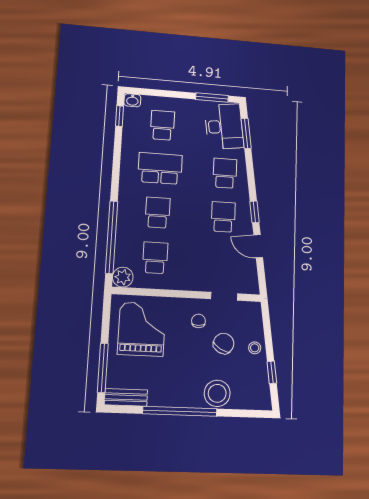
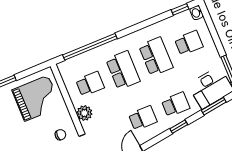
window: (255, 212) -> (179, 127), moved
school desk: (158, 213) -> (123, 70), width x1.85
plant: (123, 277) -> (84, 113), moved

